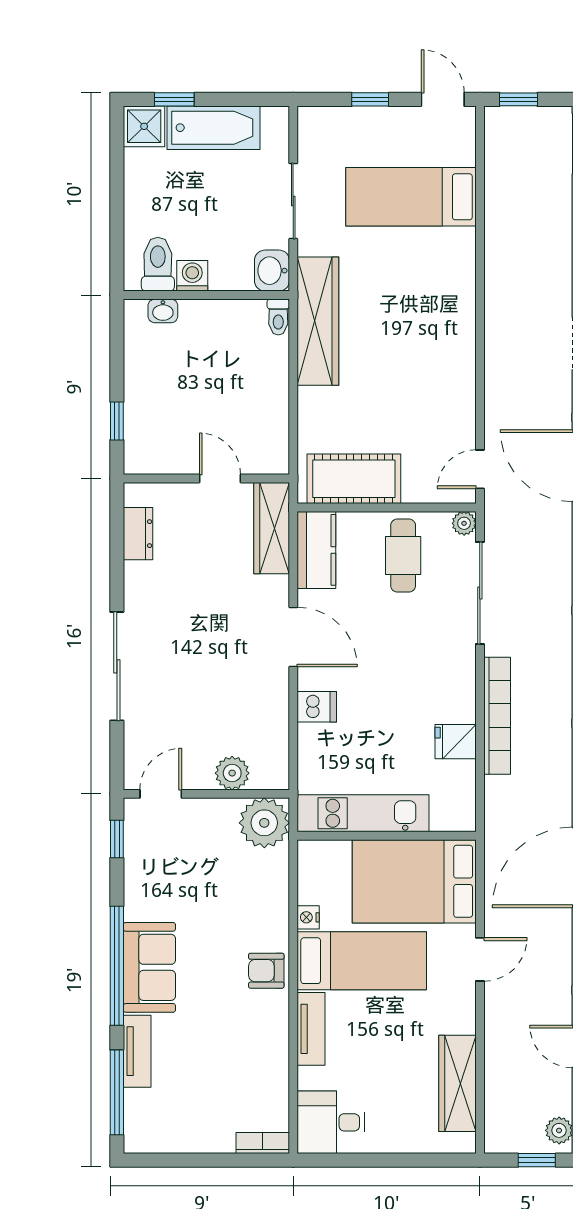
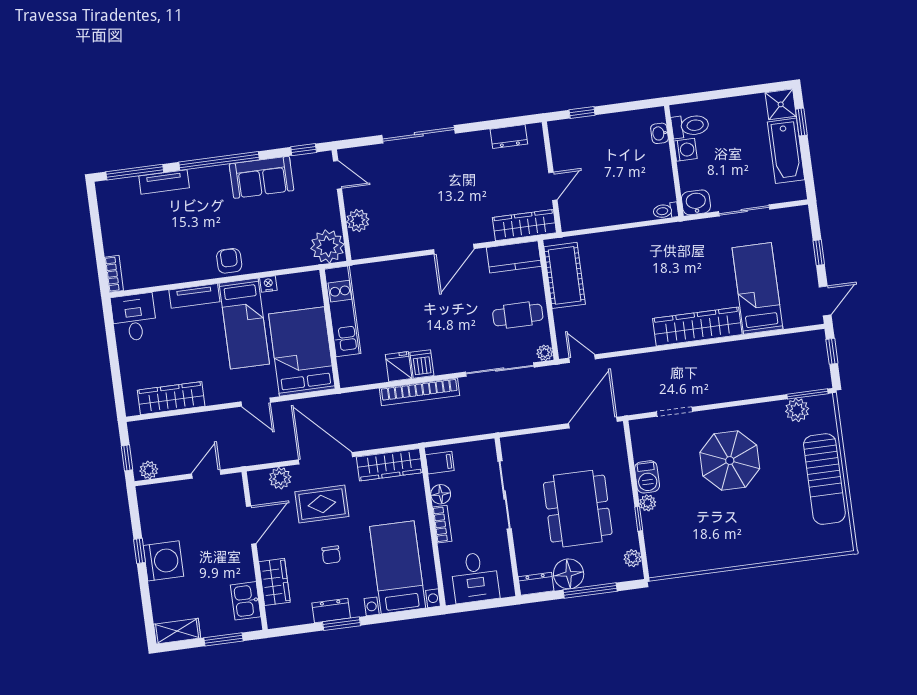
wardrobe: (318, 321) -> (697, 326), moved, turned 180
dishwasher: (317, 707) -> (422, 364), moved, turned 180
sofa: (149, 967) -> (262, 177), moved

